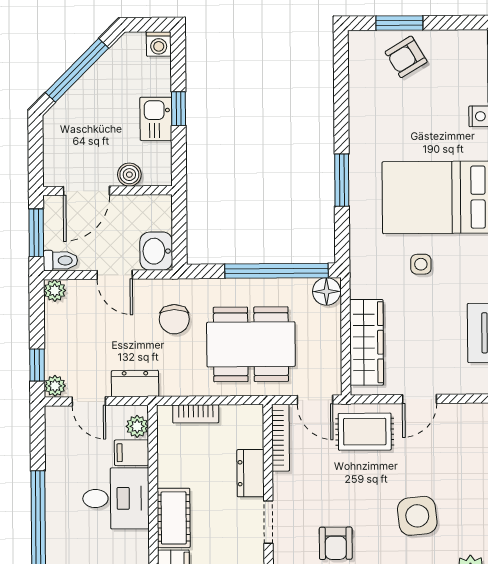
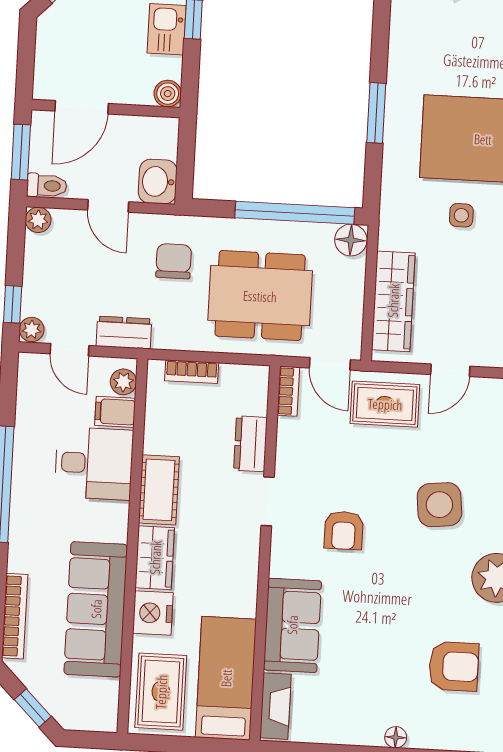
boiler: (129, 175) -> (168, 94), moved
chair: (174, 319) -> (174, 261), turned 180
bookcase: (281, 438) -> (288, 391), width x0.64

